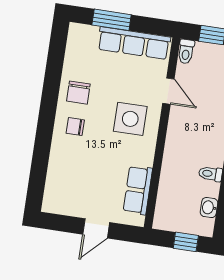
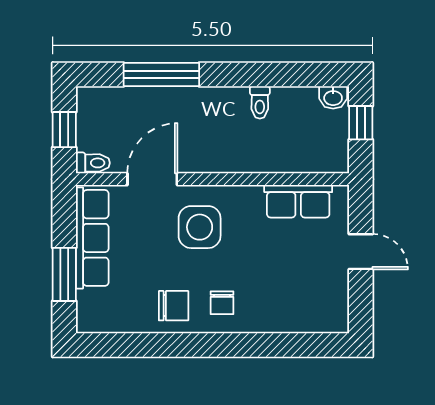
door: (168, 91) -> (152, 179), width x1.37
washbasin: (209, 208) -> (333, 97), moved

